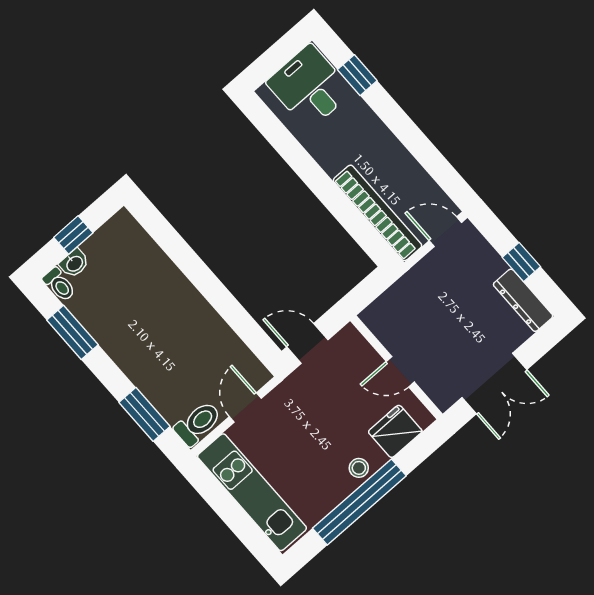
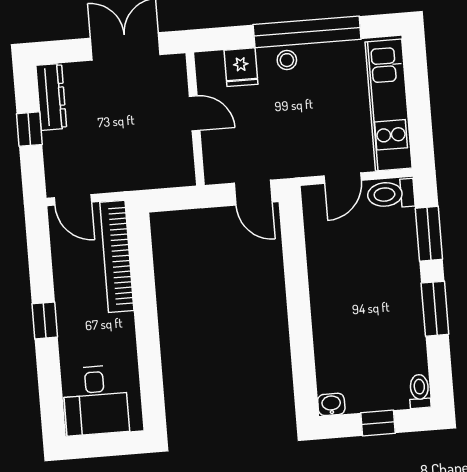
window: (357, 75) -> (45, 320), moved
washbasin: (74, 263) -> (331, 404), moved
window: (72, 332) -> (435, 309), moved
fridge: (395, 431) -> (241, 67), width x0.72

